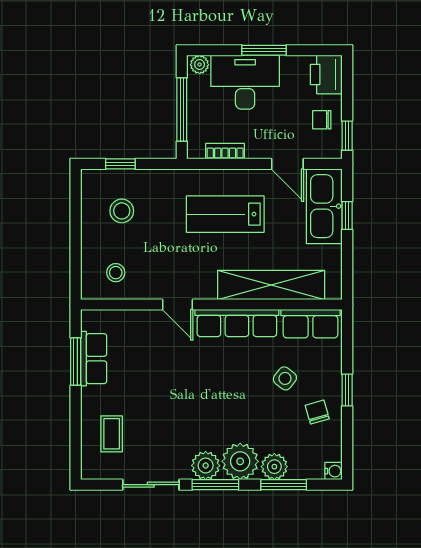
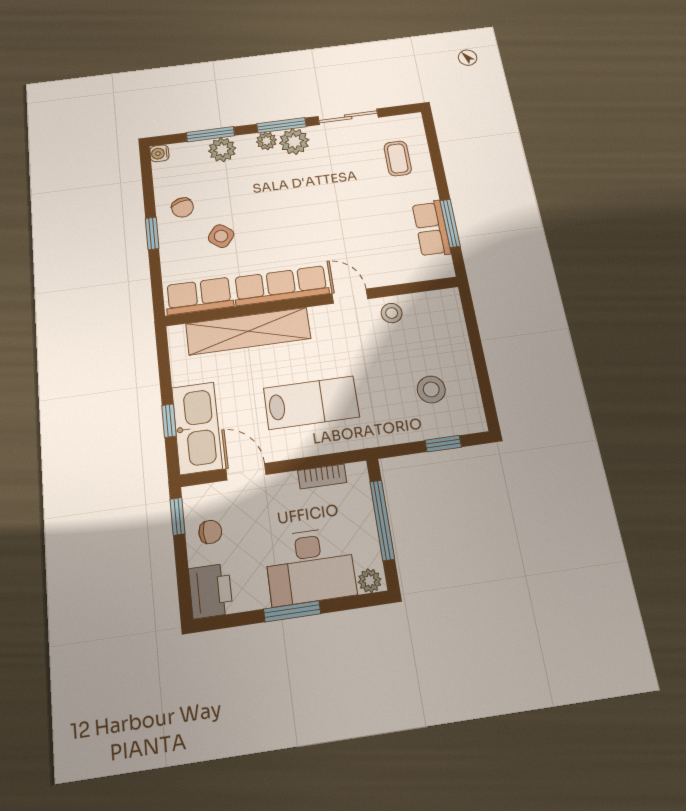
stool: (116, 273) -> (392, 313), moved
plant: (240, 461) -> (266, 141), width x0.53, depth x0.53

